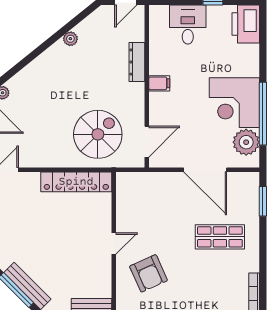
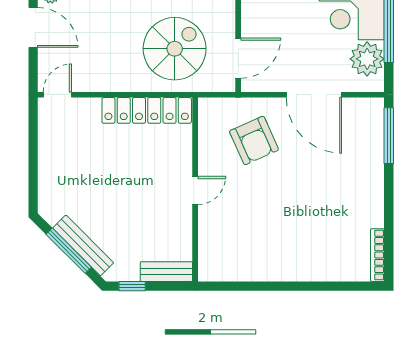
window: (263, 201) -> (389, 136), width x1.44
shop shelf: (220, 237) -> (333, 182), removed
armchair: (149, 273) -> (254, 140), moved

